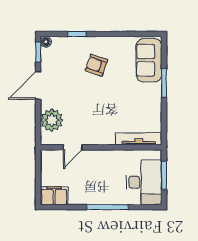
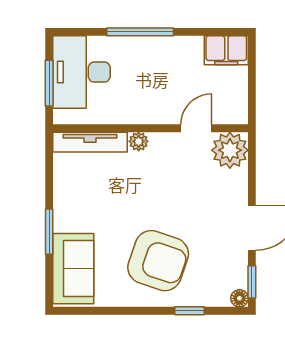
armchair: (96, 65) -> (158, 261), width x1.88, depth x1.88
plant: (52, 120) -> (230, 150), moved
plant: (109, 139) -> (139, 141), added

